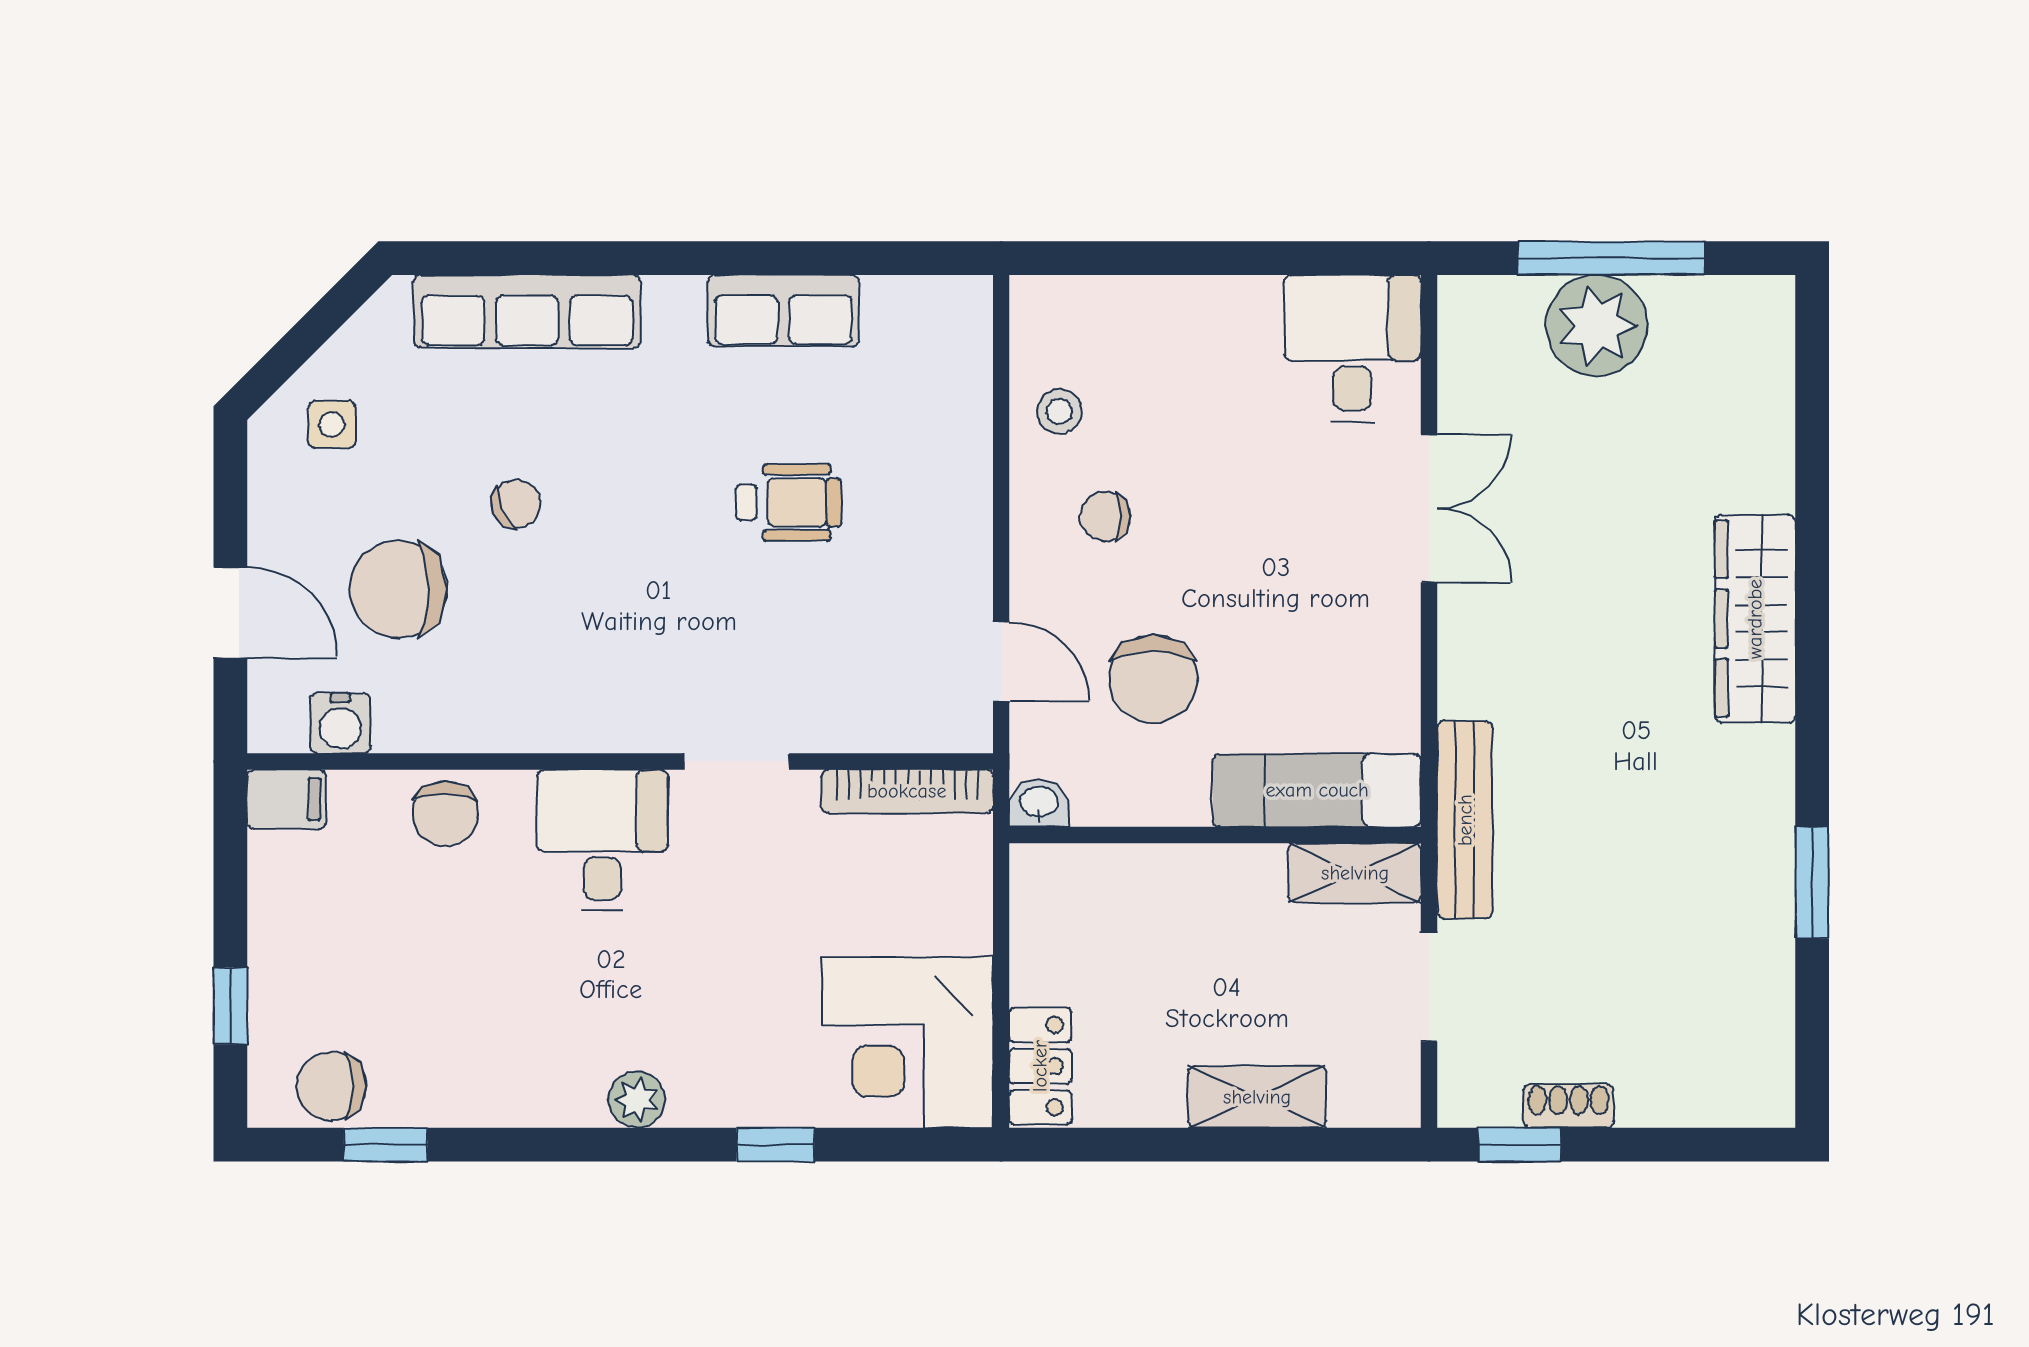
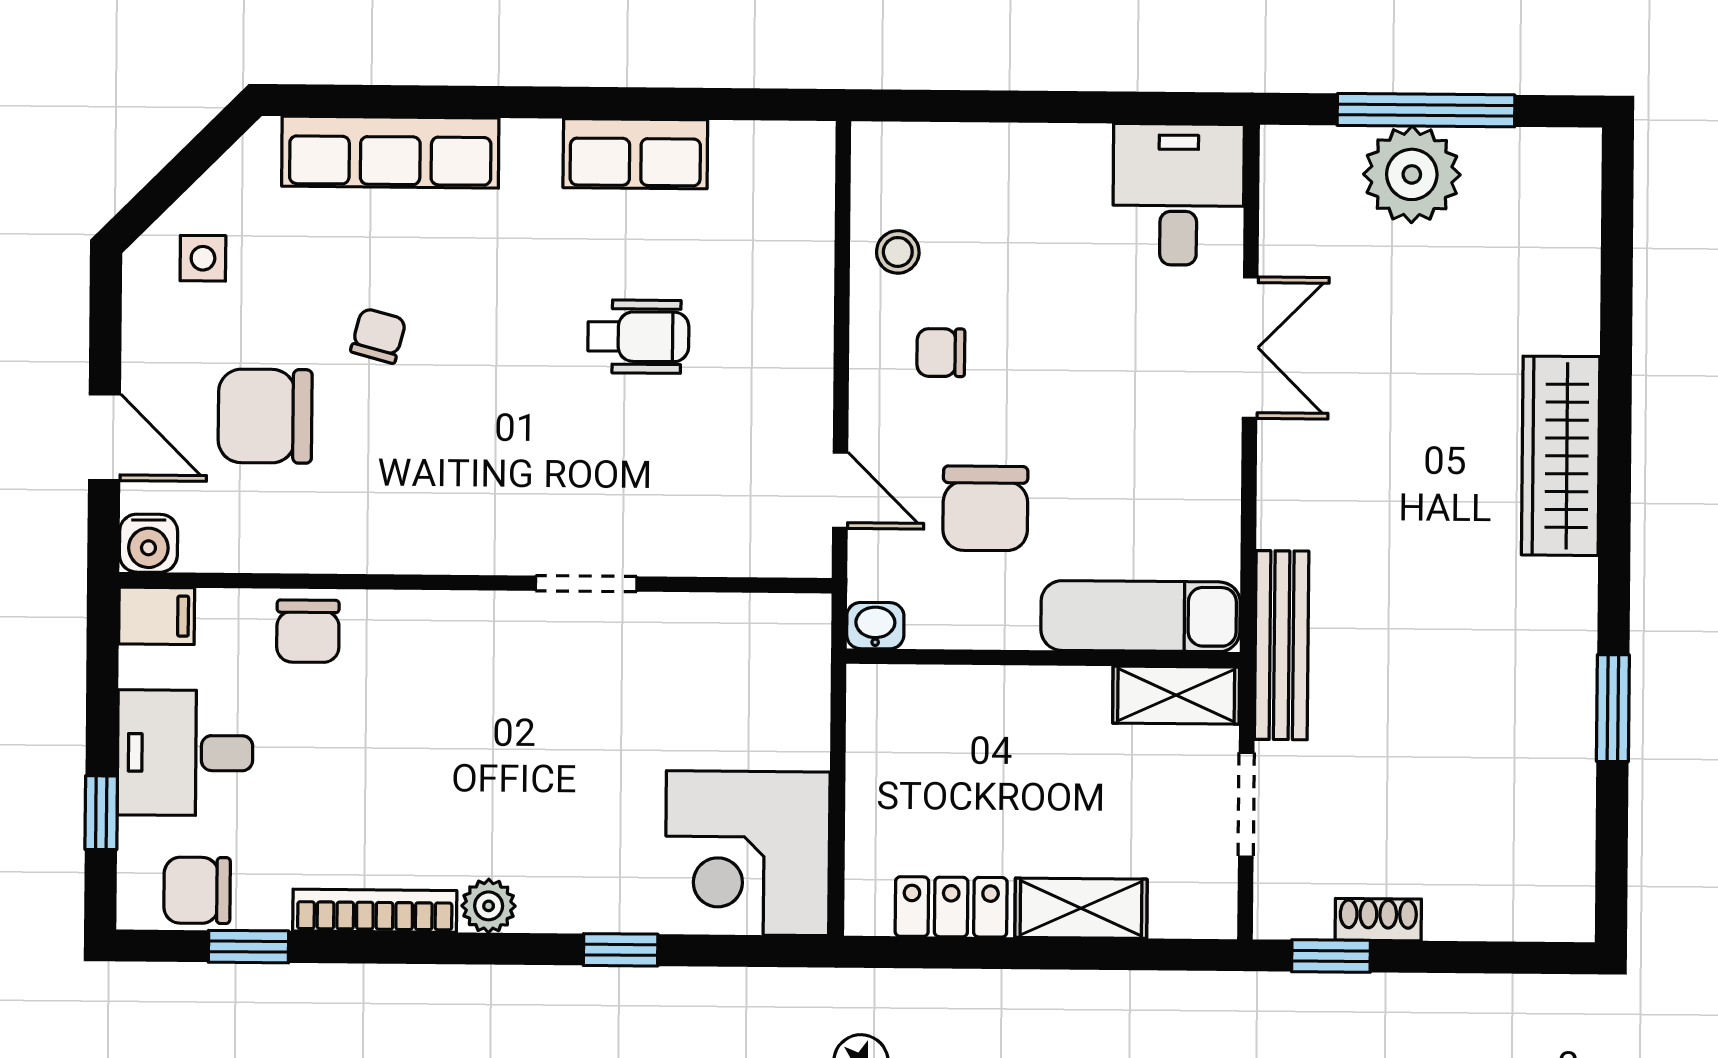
chair: (516, 504) -> (378, 336), turned -52
water cooler: (340, 723) -> (148, 543), moved
bookcase: (907, 791) -> (375, 911), moved, turned 180
desk: (602, 840) -> (185, 753), moved, turned -90
locker: (1040, 1066) -> (951, 907), moved, turned -90

